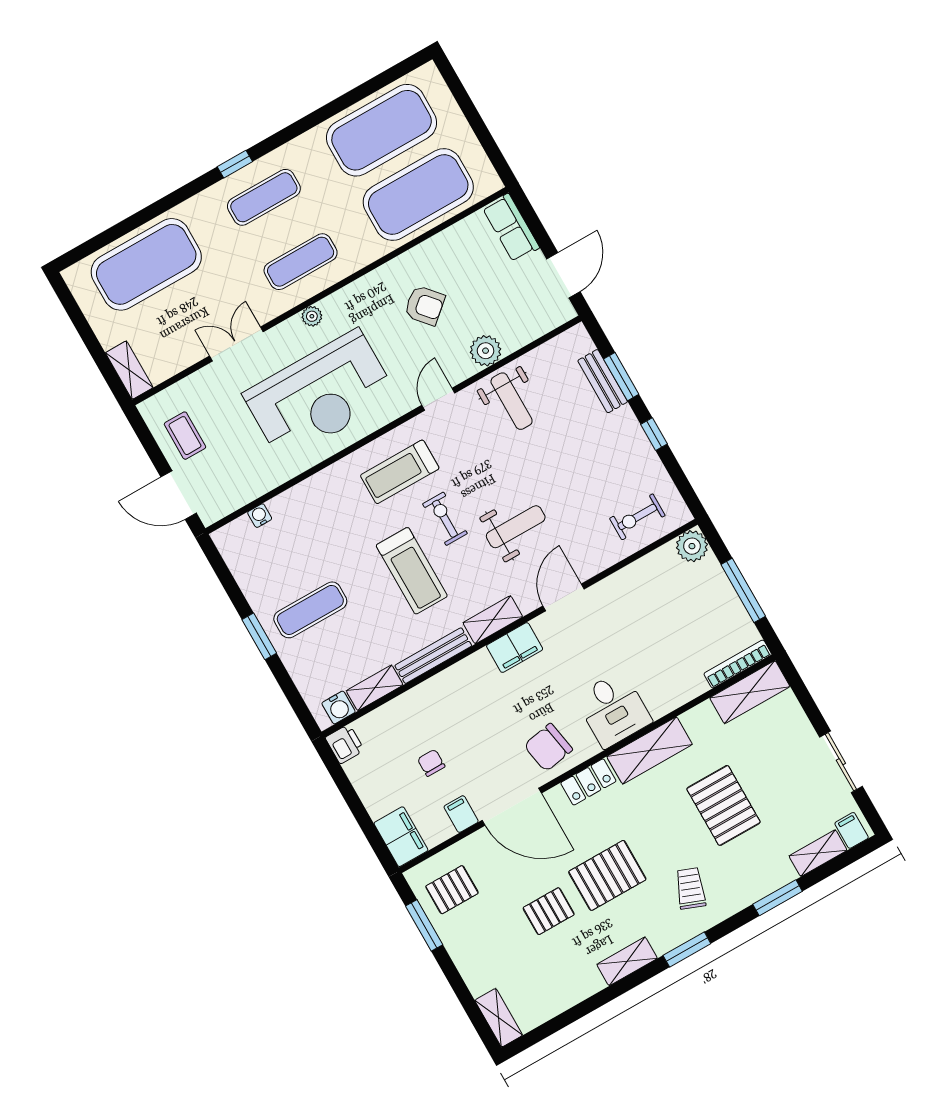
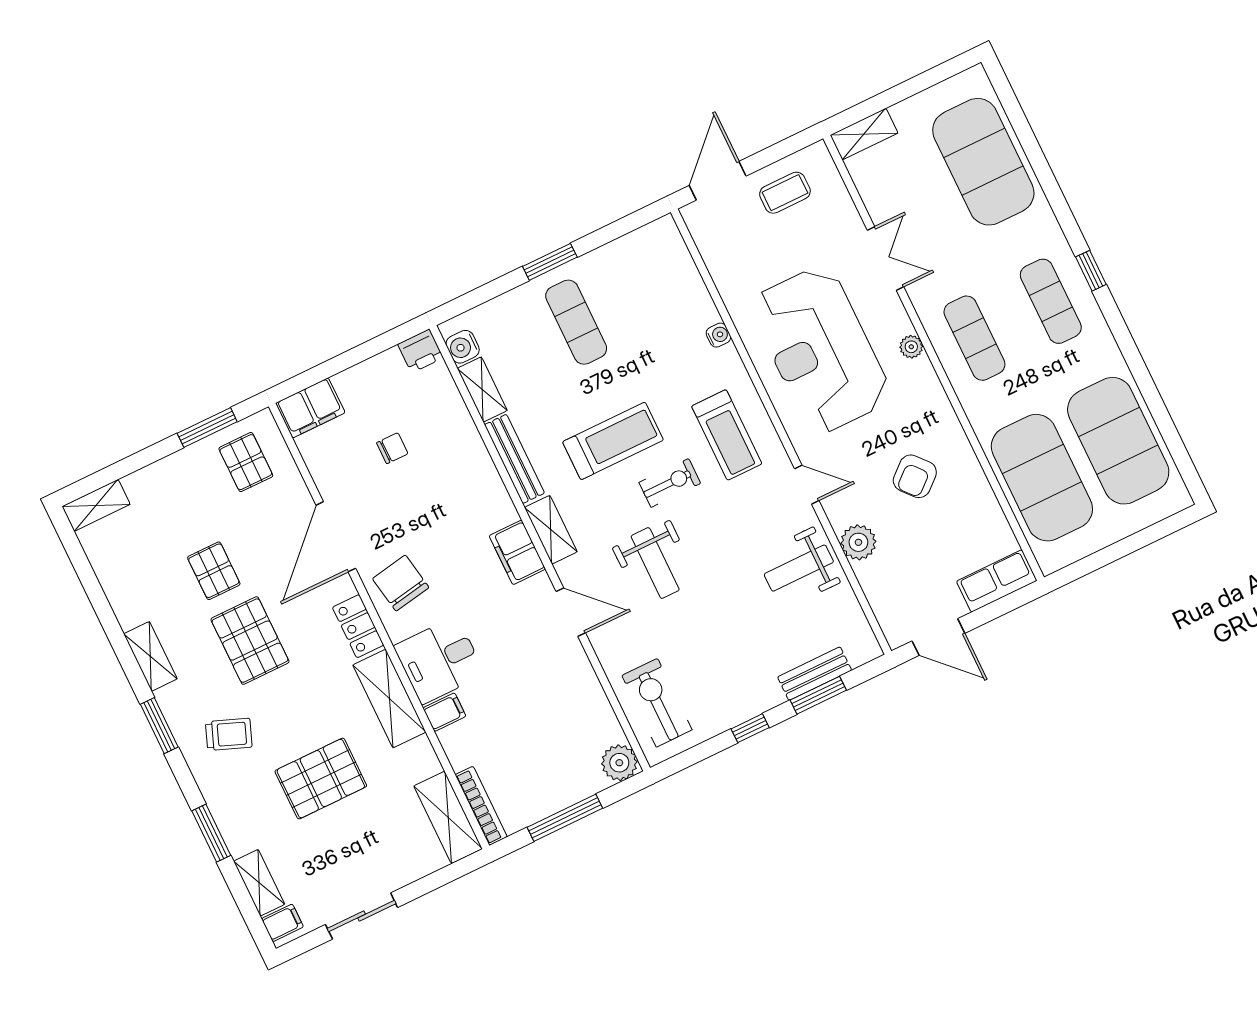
treadmill: (400, 472) -> (727, 435), turned 180
water cooler: (260, 516) -> (718, 335), moved
exercise bike: (637, 517) -> (657, 703), width x1.38, depth x1.39
treadmill: (412, 571) -> (613, 441), turned 180
filing cabinet: (461, 814) -> (444, 712), moved

